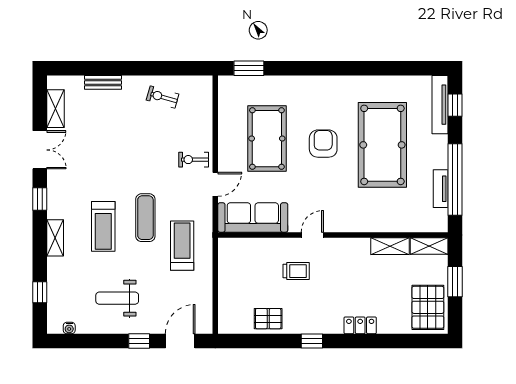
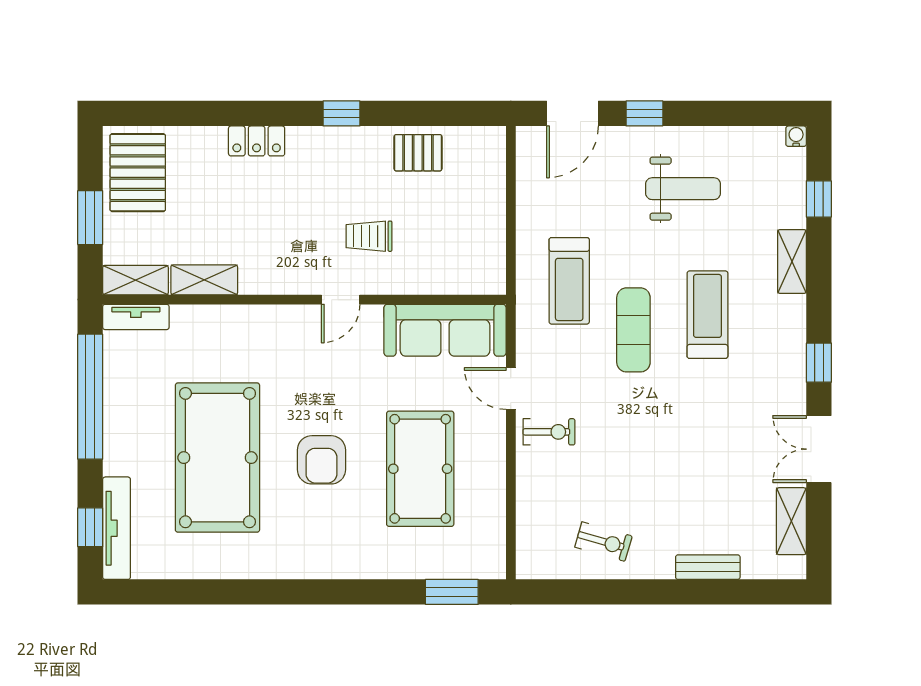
door: (215, 184) -> (511, 388), hinge flipped
tv unit: (441, 189) -> (136, 317), moved, turned 90
shelving: (55, 238) -> (792, 261), moved
water cooler: (69, 328) -> (796, 136), moved

